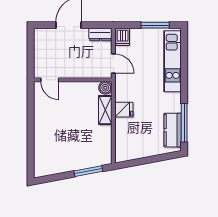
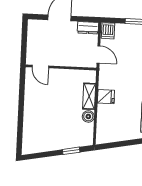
boiler: (105, 88) -> (88, 116), moved
window: (88, 171) -> (71, 151), width x0.67

